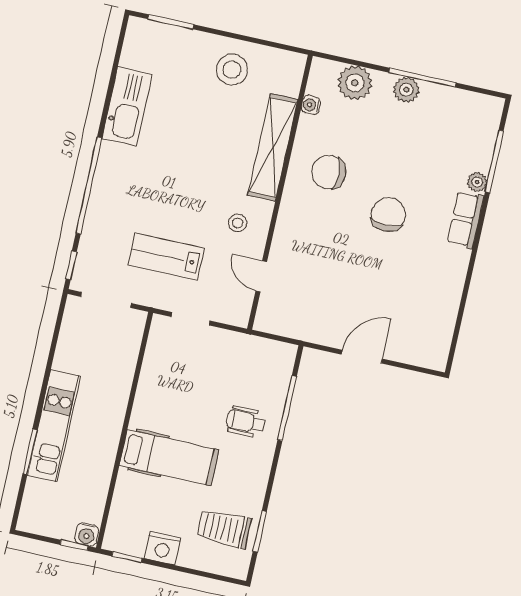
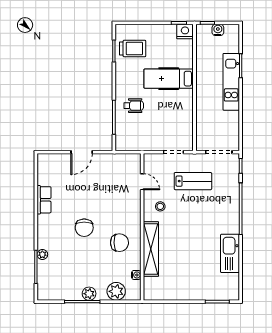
stool: (232, 70) -> (181, 284), removed
row of seats: (465, 220) -> (44, 200), moved
water cooler: (87, 534) -> (218, 30), moved
nightstand: (163, 548) -> (185, 32), moved

